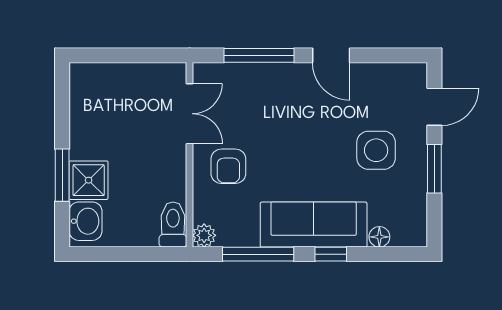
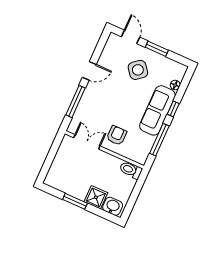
side table: (376, 150) -> (138, 70), turned -38
armchair: (228, 166) -> (117, 135), turned -90
window: (62, 175) -> (75, 201), moved
plant: (204, 235) -> (141, 159), removed

